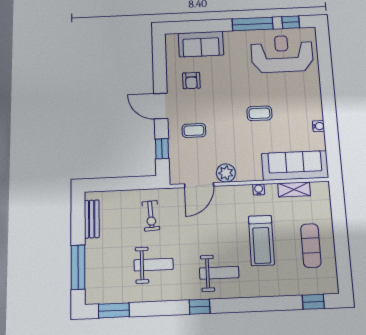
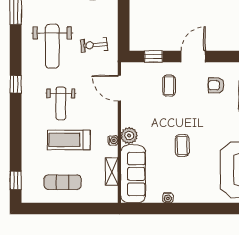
plant: (226, 173) -> (129, 136), moved
weight bench: (154, 265) -> (52, 46), width x1.36, depth x1.33
weight bench: (219, 273) -> (61, 103), moved

